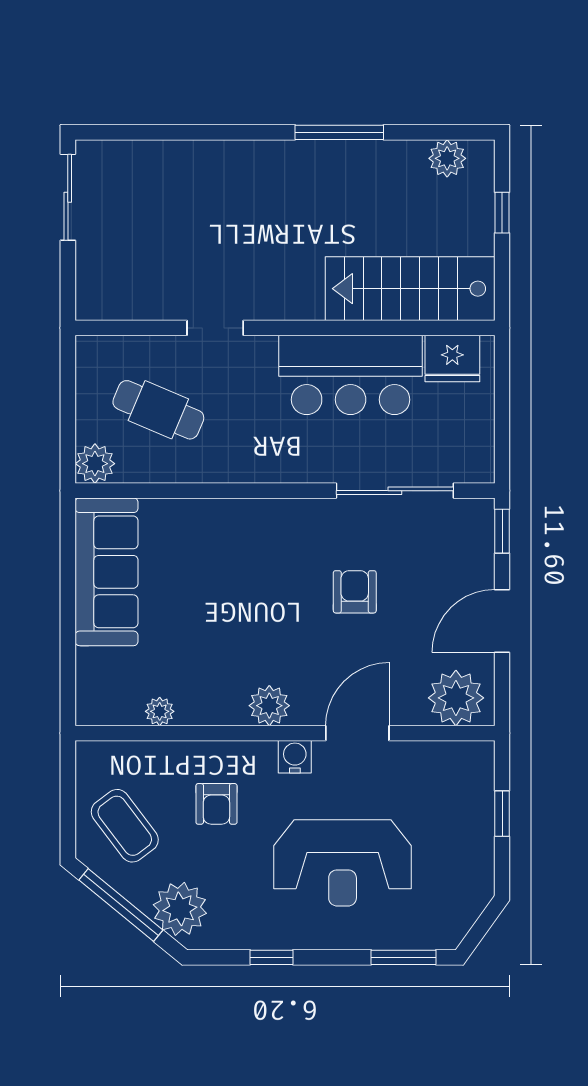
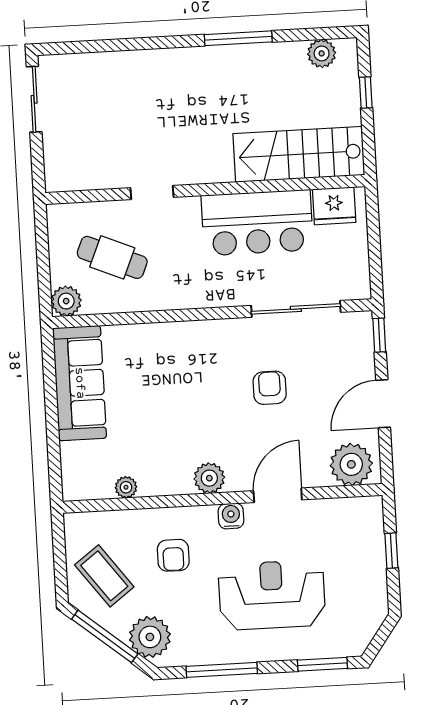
reception desk: (343, 863) -> (272, 595), turned 180
window: (271, 957) -> (222, 670), width x2.17

